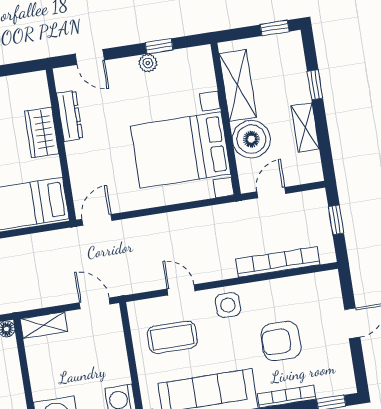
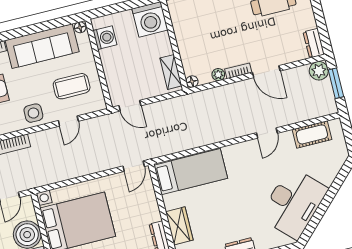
door: (181, 290) -> (68, 121), hinge flipped
shelving: (44, 325) -> (171, 72), moved, turned 90

